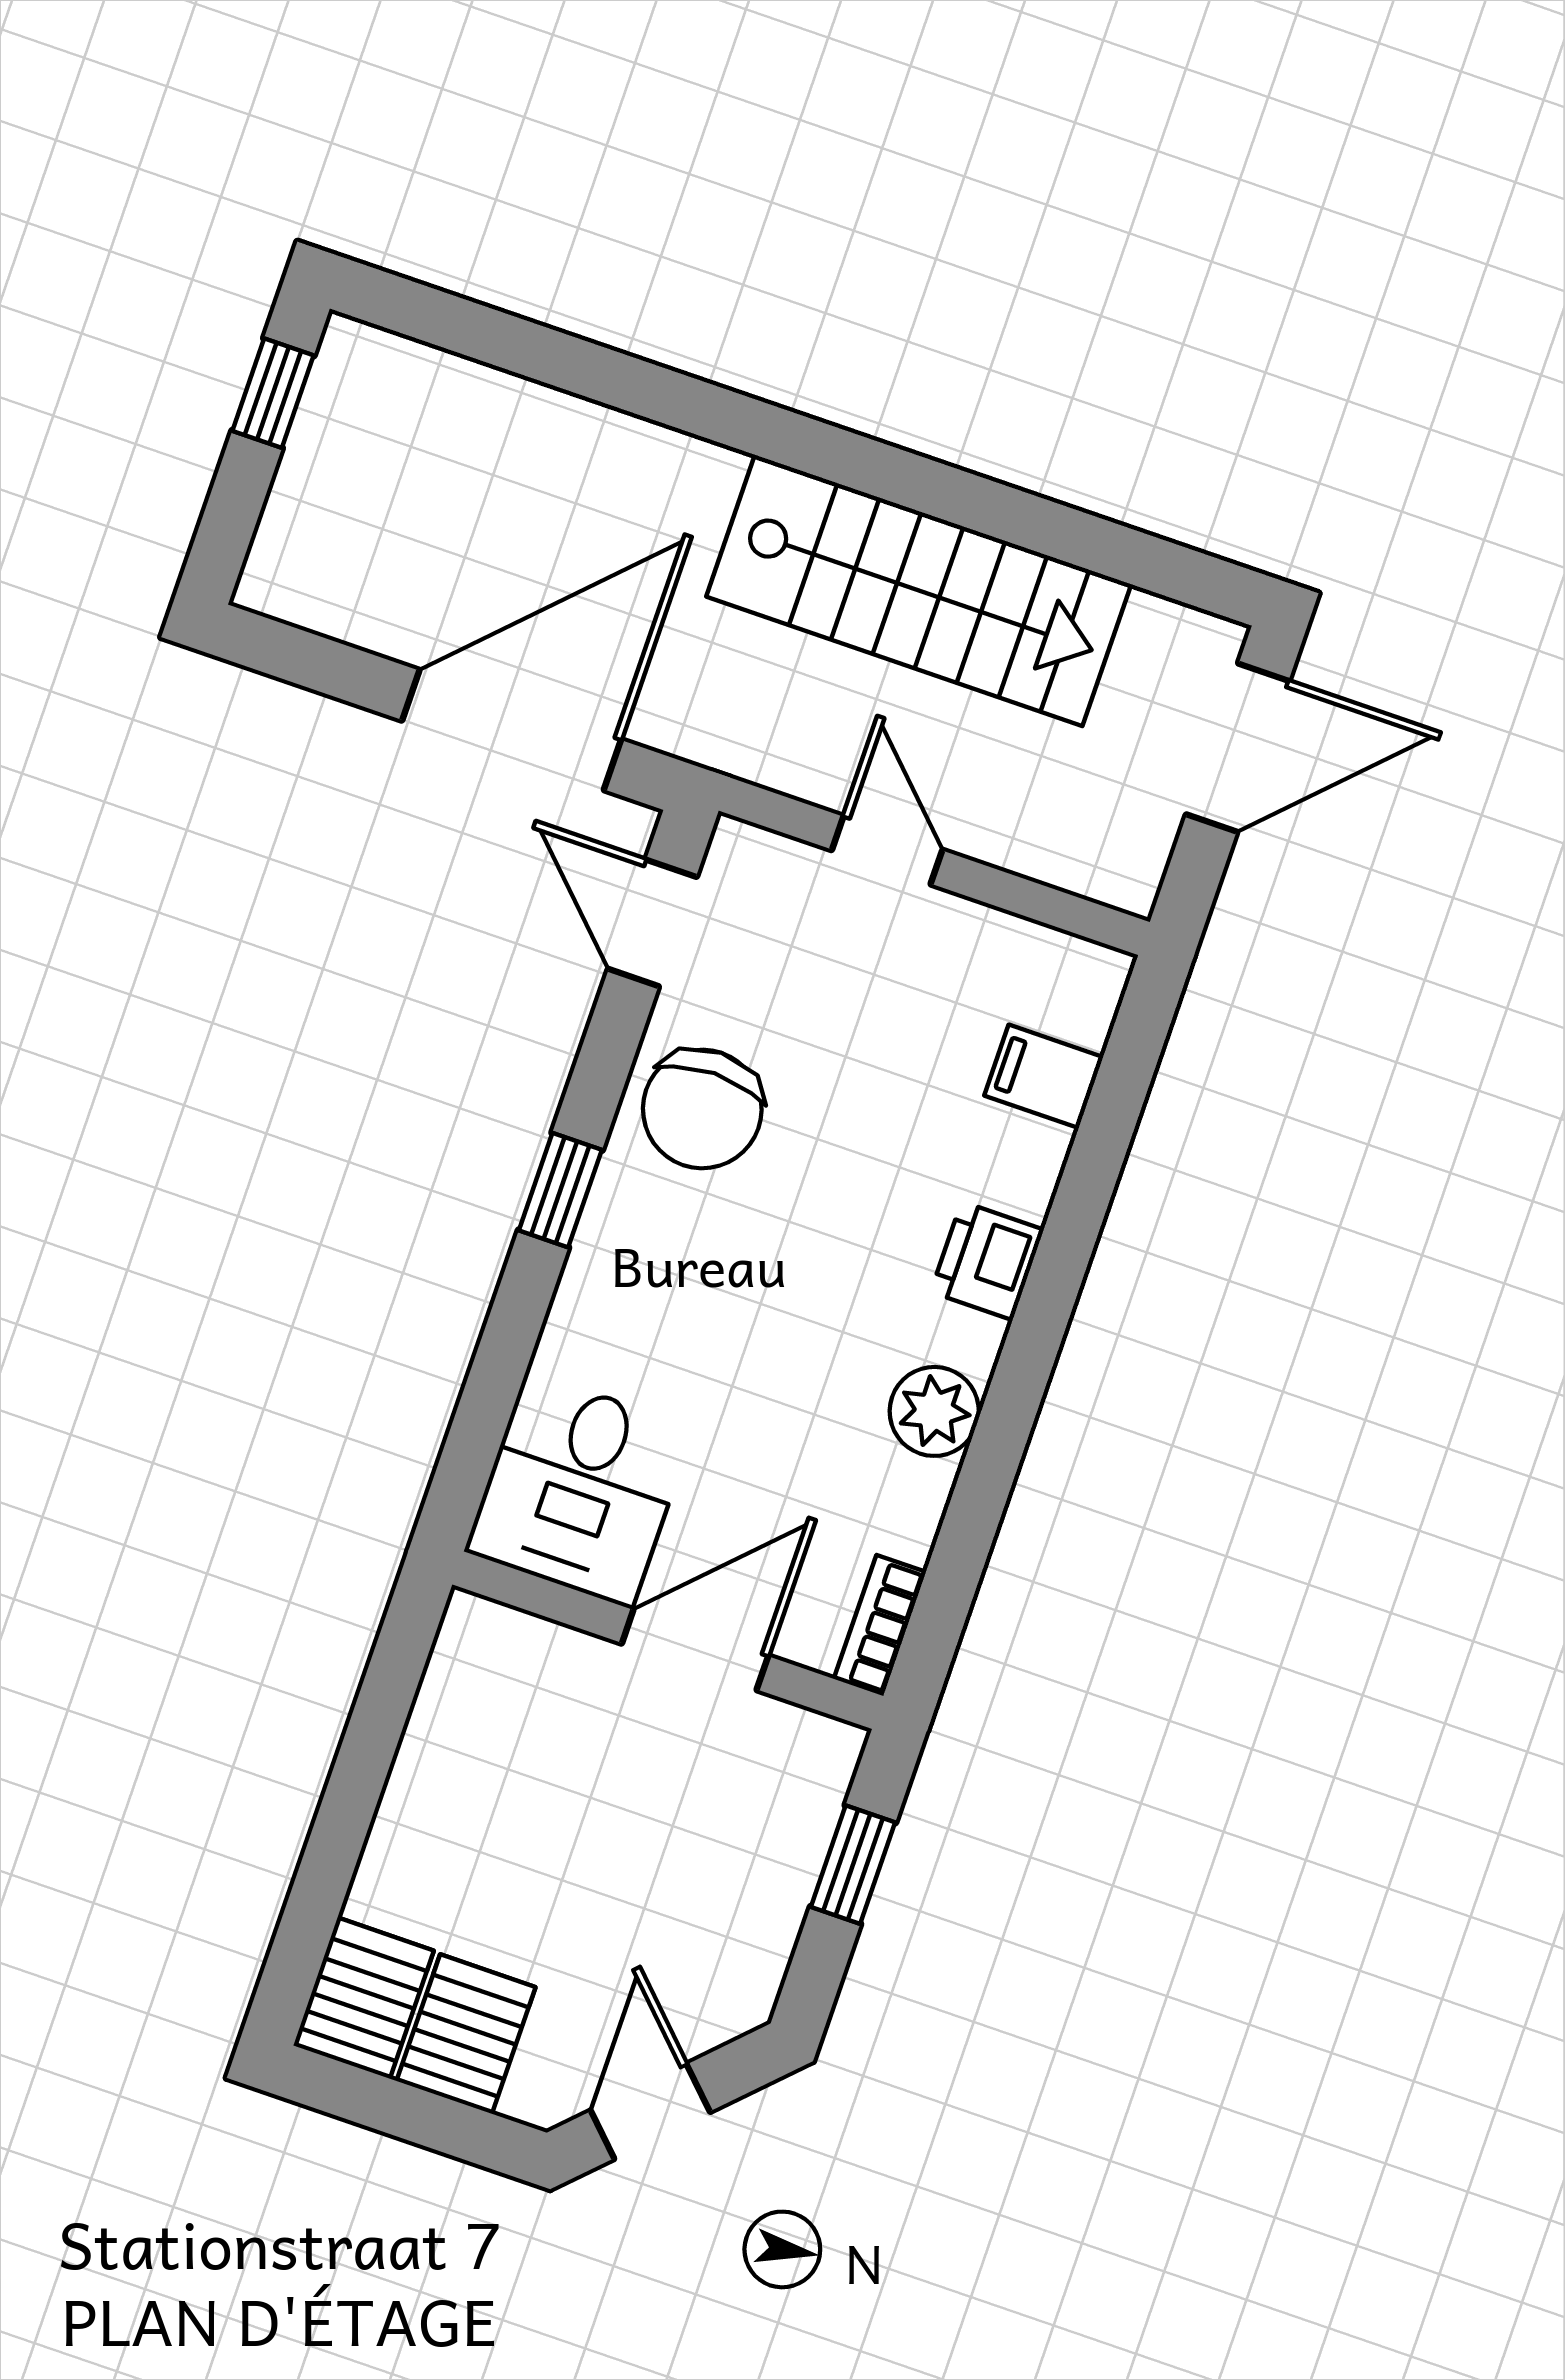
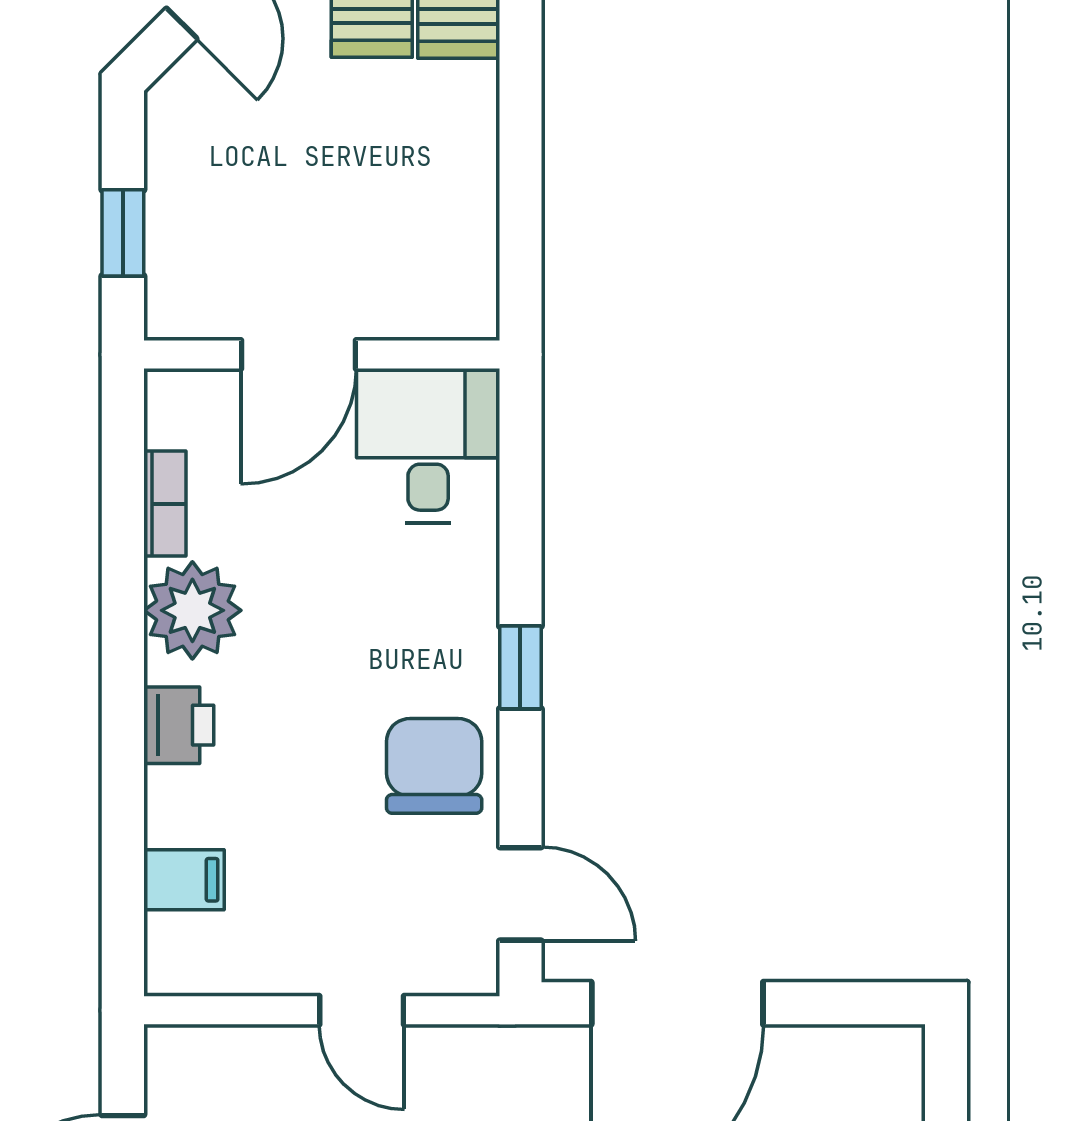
plant: (934, 1411) -> (192, 610), width x1.36, depth x1.36
bookcase: (880, 1625) -> (165, 504), moved

